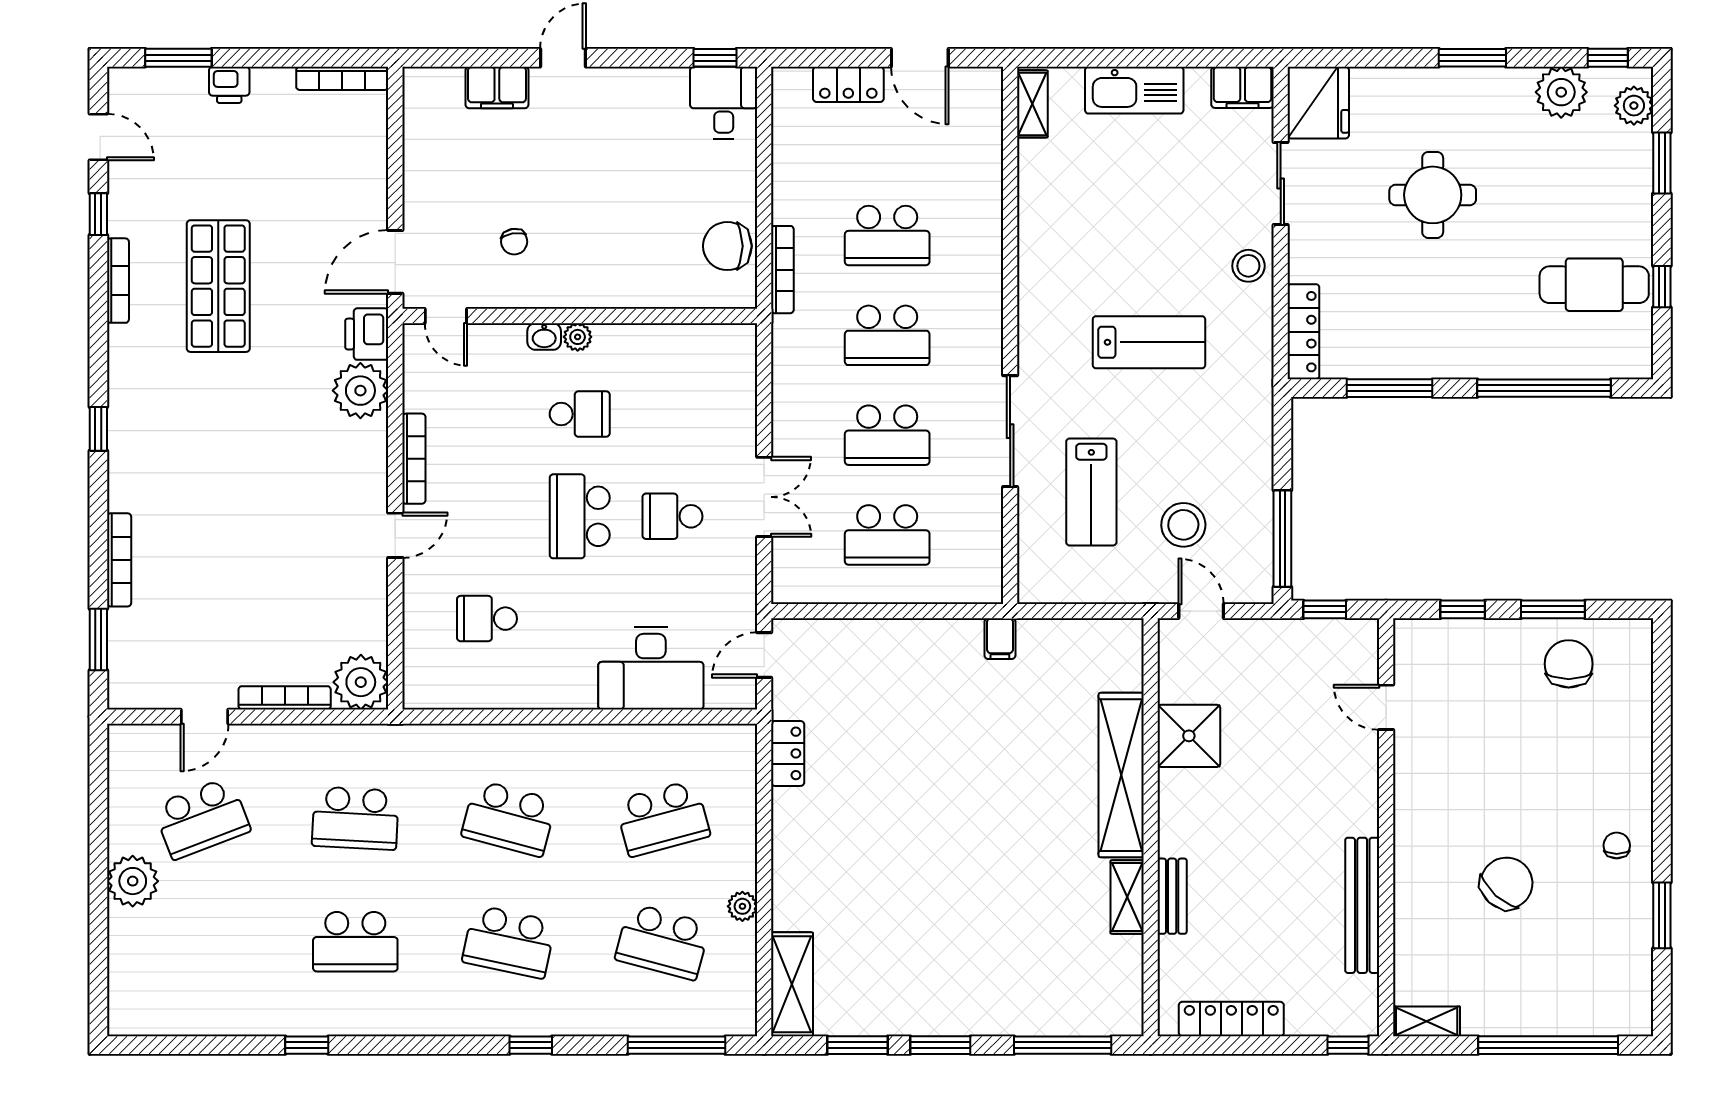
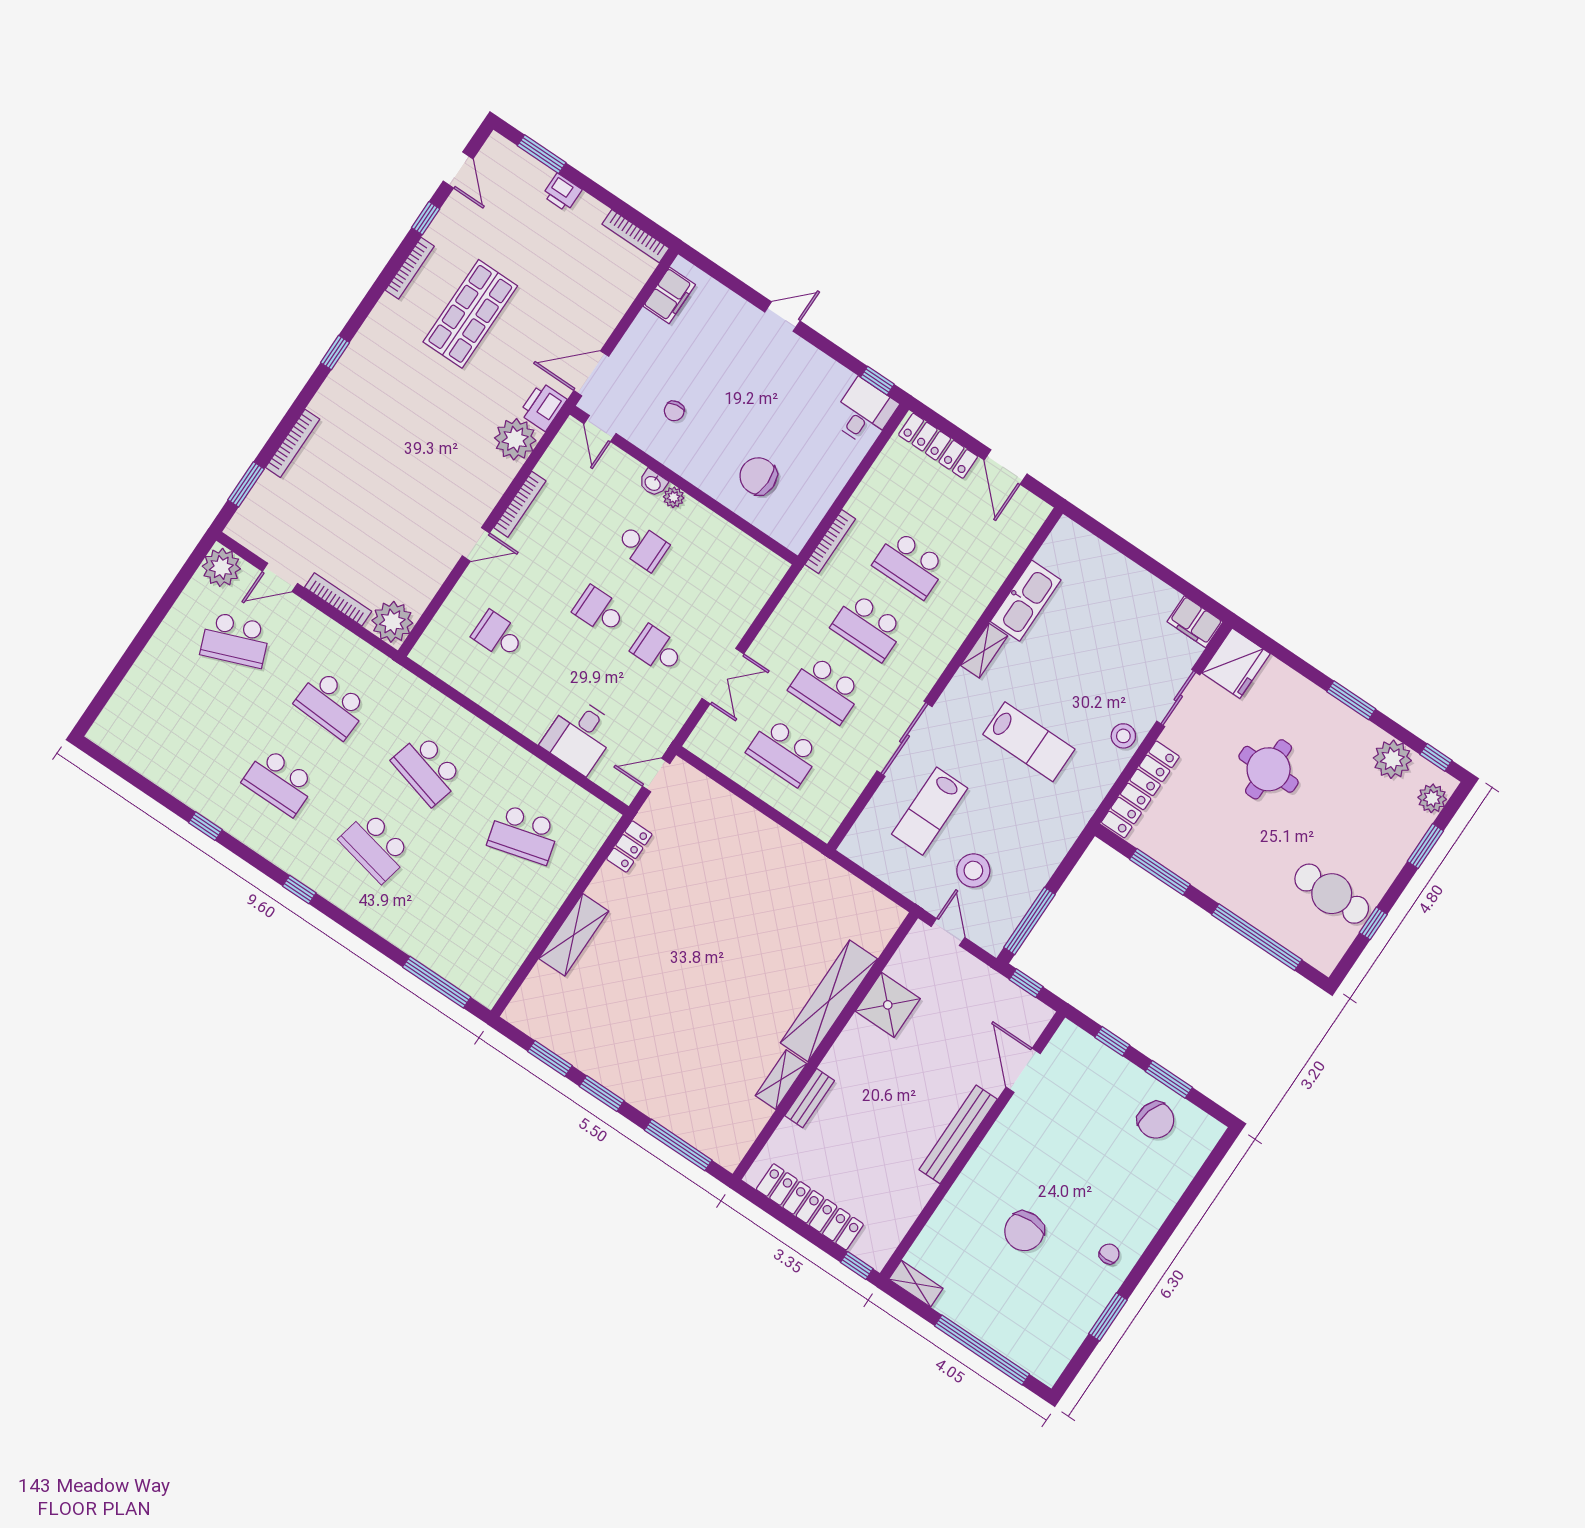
locker: (848, 84) -> (938, 446), width x1.53
filing cabinet: (497, 87) -> (669, 295), moved, turned -90
kitchen sink: (1134, 90) -> (1026, 601), moved, turned -90
shelving: (1032, 104) -> (984, 651), moved
chair: (727, 246) -> (758, 476), moved
locker: (1303, 332) -> (1140, 789), width x1.41, depth x1.21
school desk: (580, 516) -> (599, 610), width x0.54
filing cabinet: (1000, 639) -> (811, 864), removed
chair: (1569, 664) -> (1156, 1120), turned 107
desk: (651, 668) -> (580, 736), width x0.73
door: (1386, 707) -> (1023, 1070), width x1.38
plant: (133, 881) -> (221, 567), moved
chair: (1506, 883) -> (1024, 1231), turned 138
bench: (1362, 905) -> (958, 1134), moved
plant: (742, 906) -> (536, 923), removed
school desk: (663, 942) -> (472, 911), removed
shelving: (792, 984) -> (574, 935), moved
locker: (1231, 1019) -> (810, 1207), width x1.41, depth x1.21
window: (531, 1045) -> (299, 889), moved

